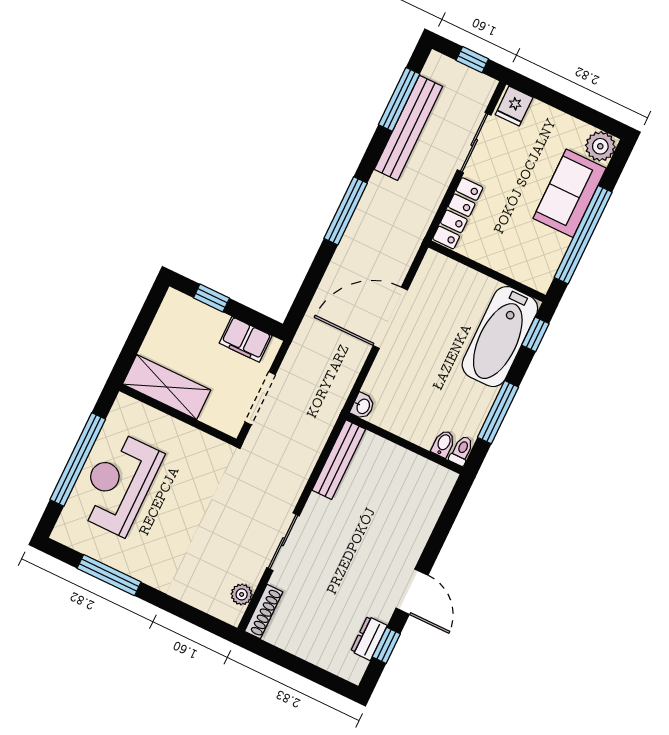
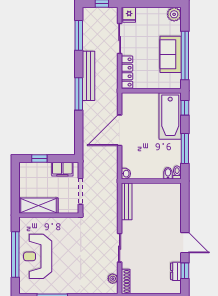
bench: (408, 128) -> (89, 76), moved
sofa: (570, 193) -> (171, 54), moved

